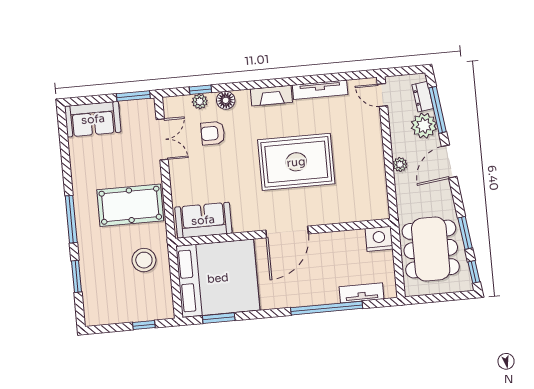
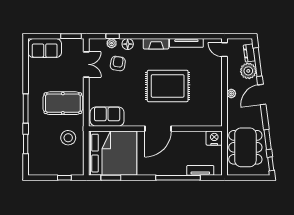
armchair: (213, 133) -> (118, 64), turned 99

